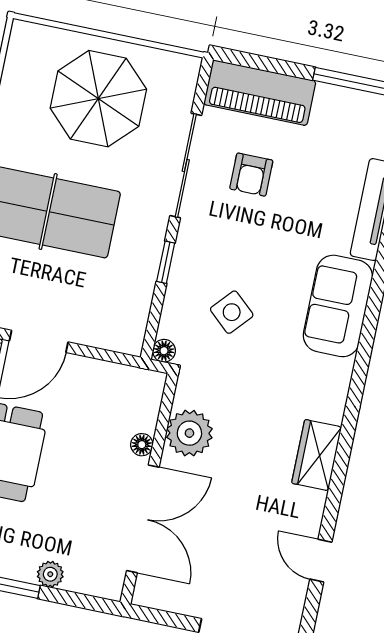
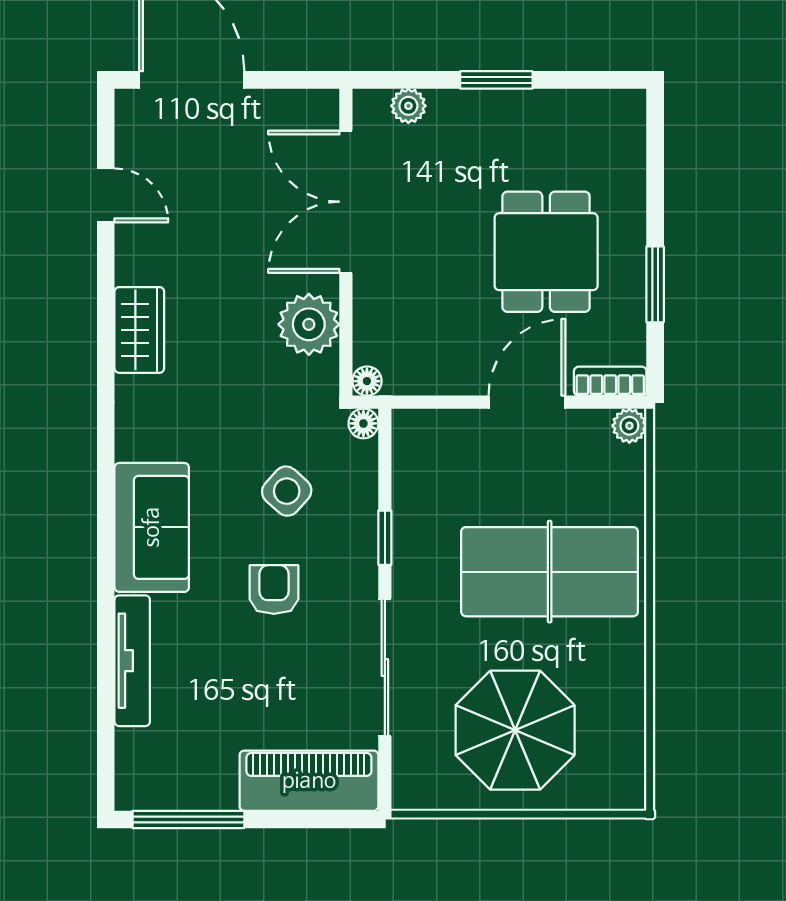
armchair: (251, 175) -> (274, 590), moved
floor lamp: (142, 445) -> (367, 381), moved
plant: (50, 574) -> (408, 106), moved

